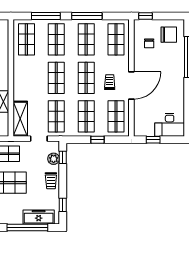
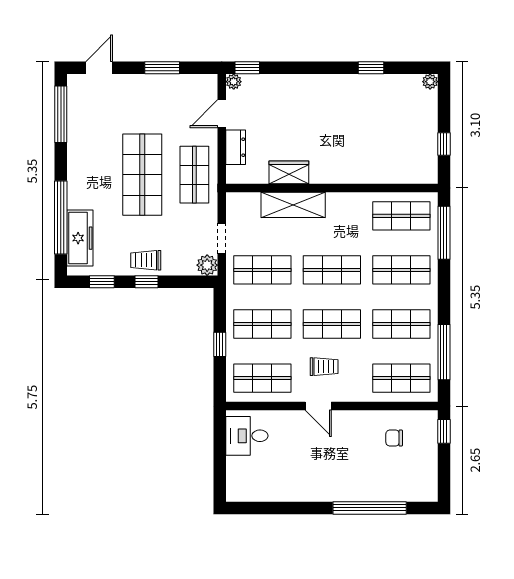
window: (46, 16) -> (444, 233), moved
window: (87, 16) -> (444, 352), moved
chair: (169, 35) -> (410, 474), removed
door: (131, 85) -> (318, 406), width x0.53
shelving: (20, 119) -> (293, 205), moved
desk: (170, 125) -> (247, 436), moved, width x0.73
window: (153, 140) -> (220, 445), removed
window: (63, 157) -> (147, 282), moved
plant: (54, 159) -> (207, 265), moved

